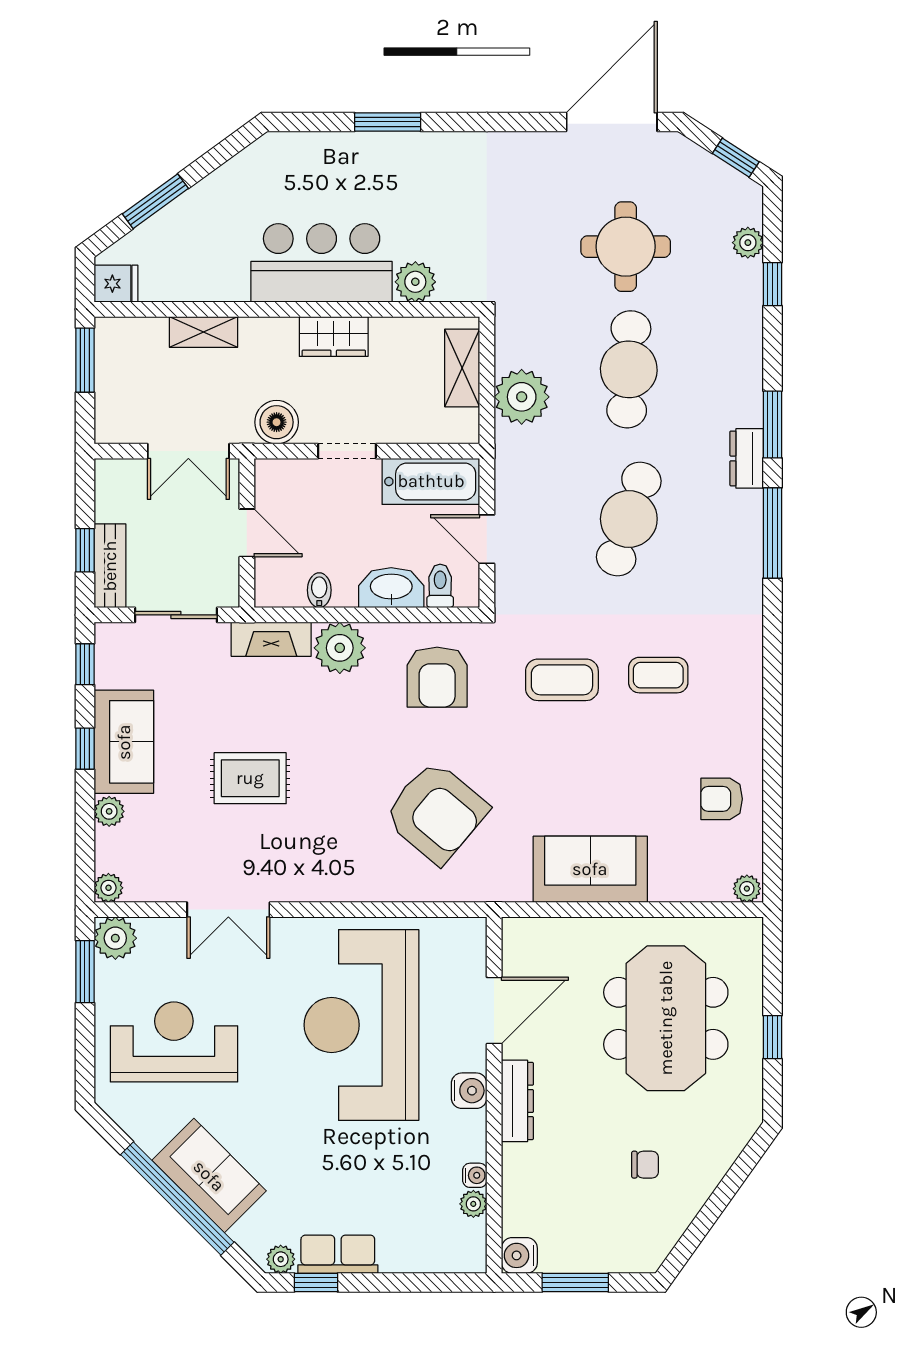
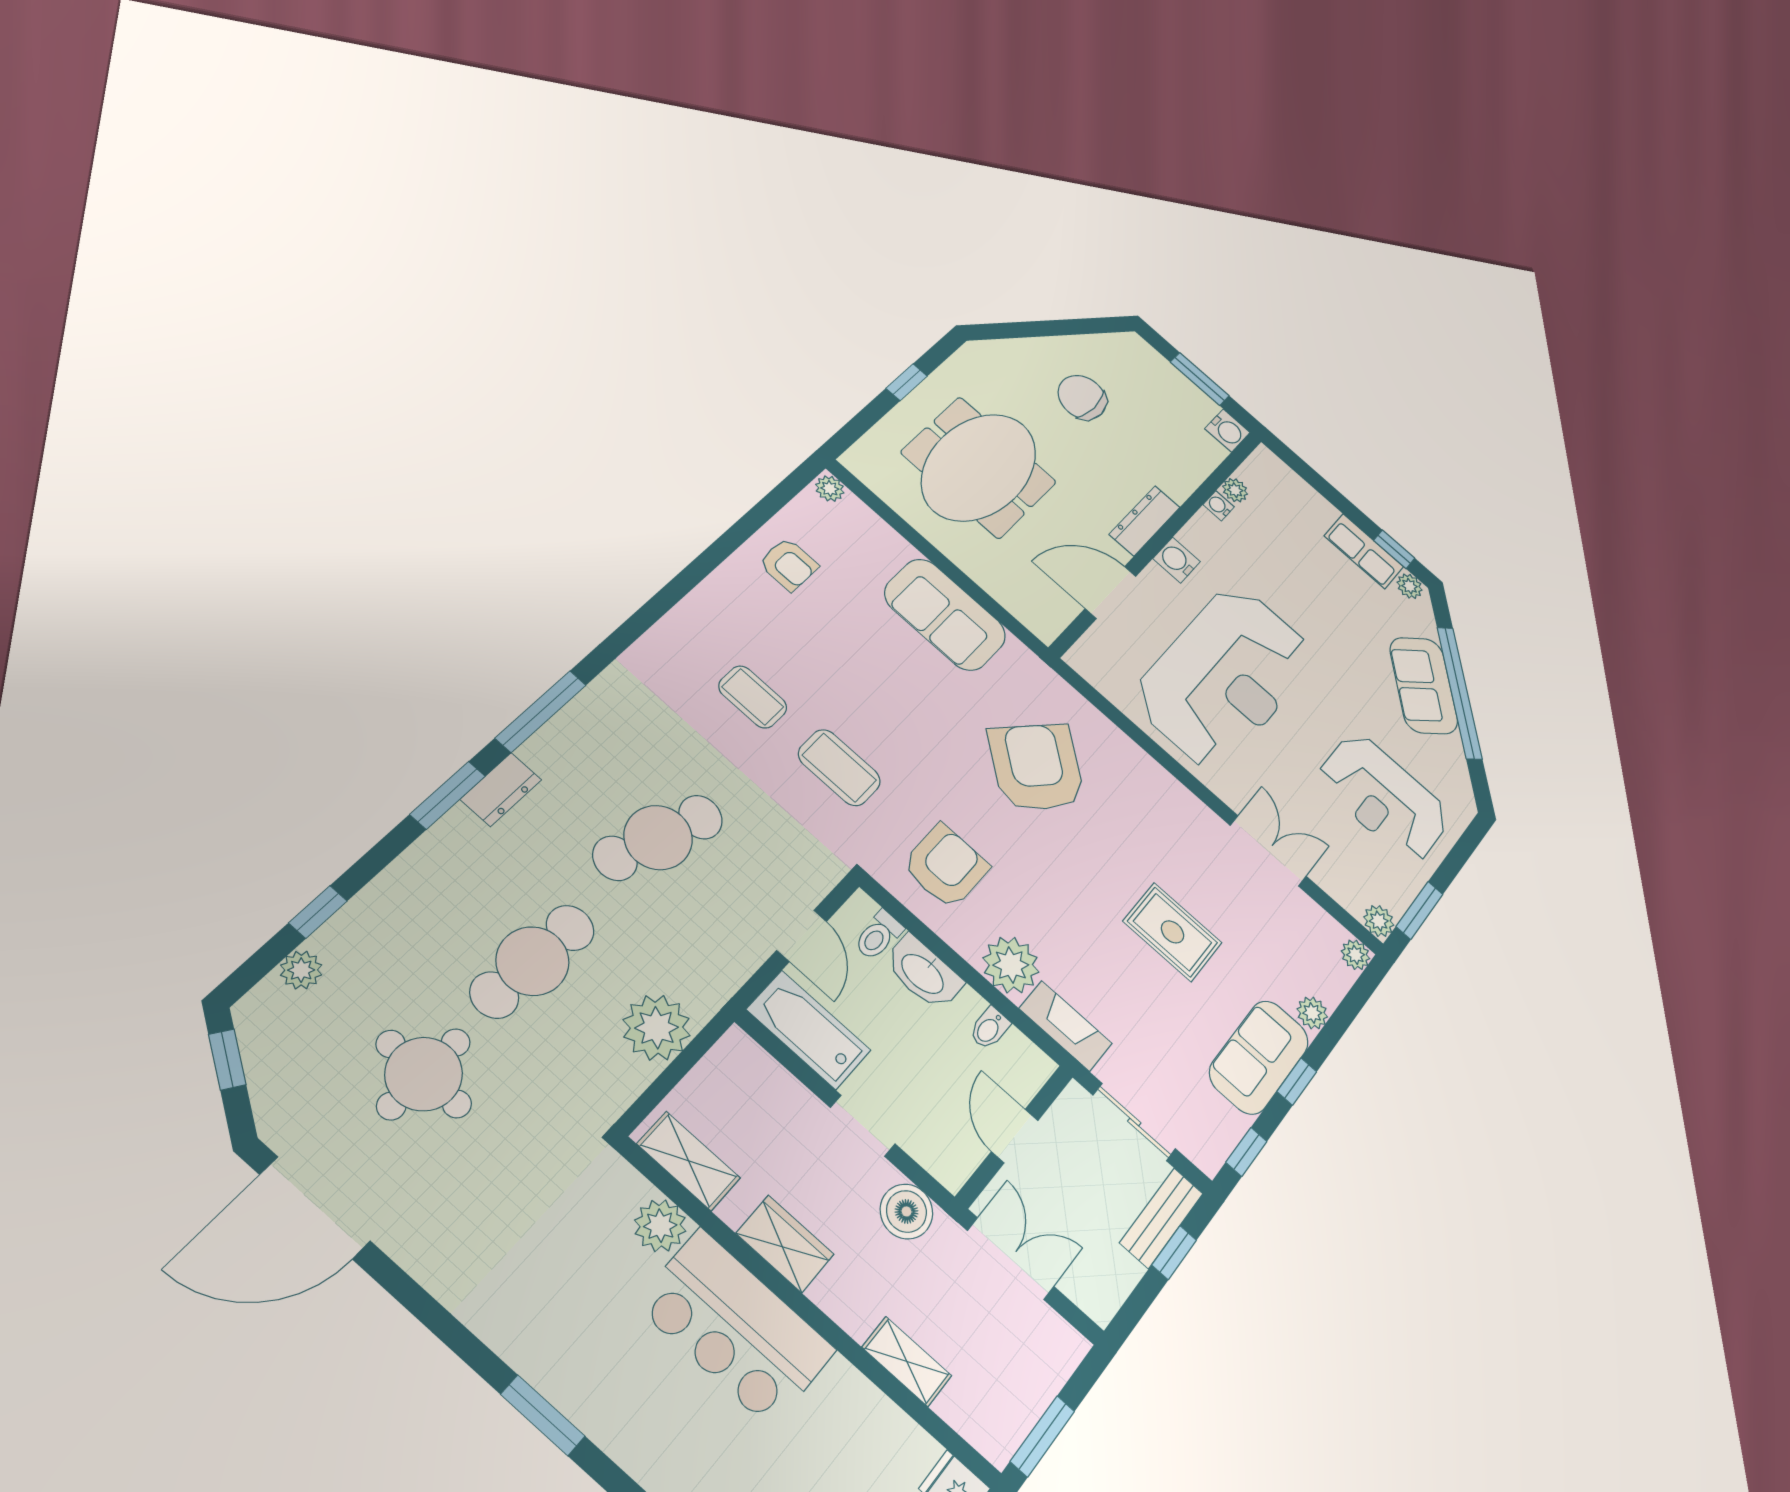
shelving: (462, 368) -> (689, 1161), moved, turned 90
plant: (115, 938) -> (1379, 921), width x0.73, depth x0.73
chair: (645, 1165) -> (1082, 397), width x1.87, depth x1.87

